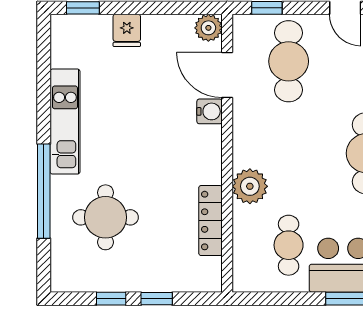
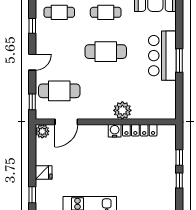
water cooler: (210, 111) -> (115, 131), moved
round table: (106, 217) -> (138, 183), removed
cafe table: (289, 245) -> (152, 91), removed

